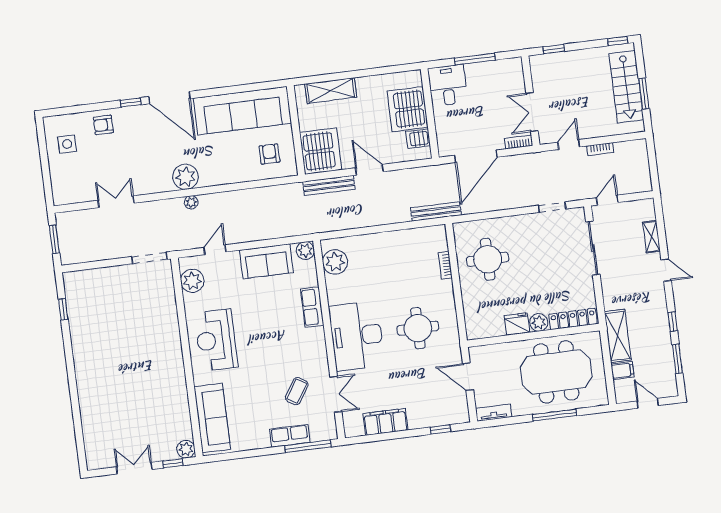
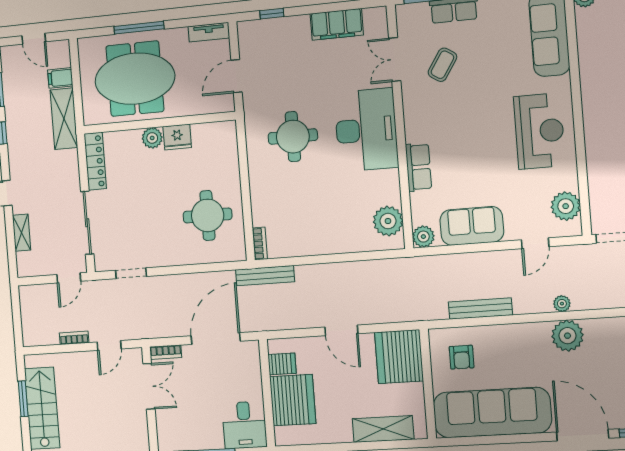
bench: (329, 185) -> (480, 308), moved
bookcase: (445, 265) -> (260, 244), moved
locker: (573, 319) -> (95, 161), moved, turned -90
door: (468, 377) -> (237, 76), swing flipped

